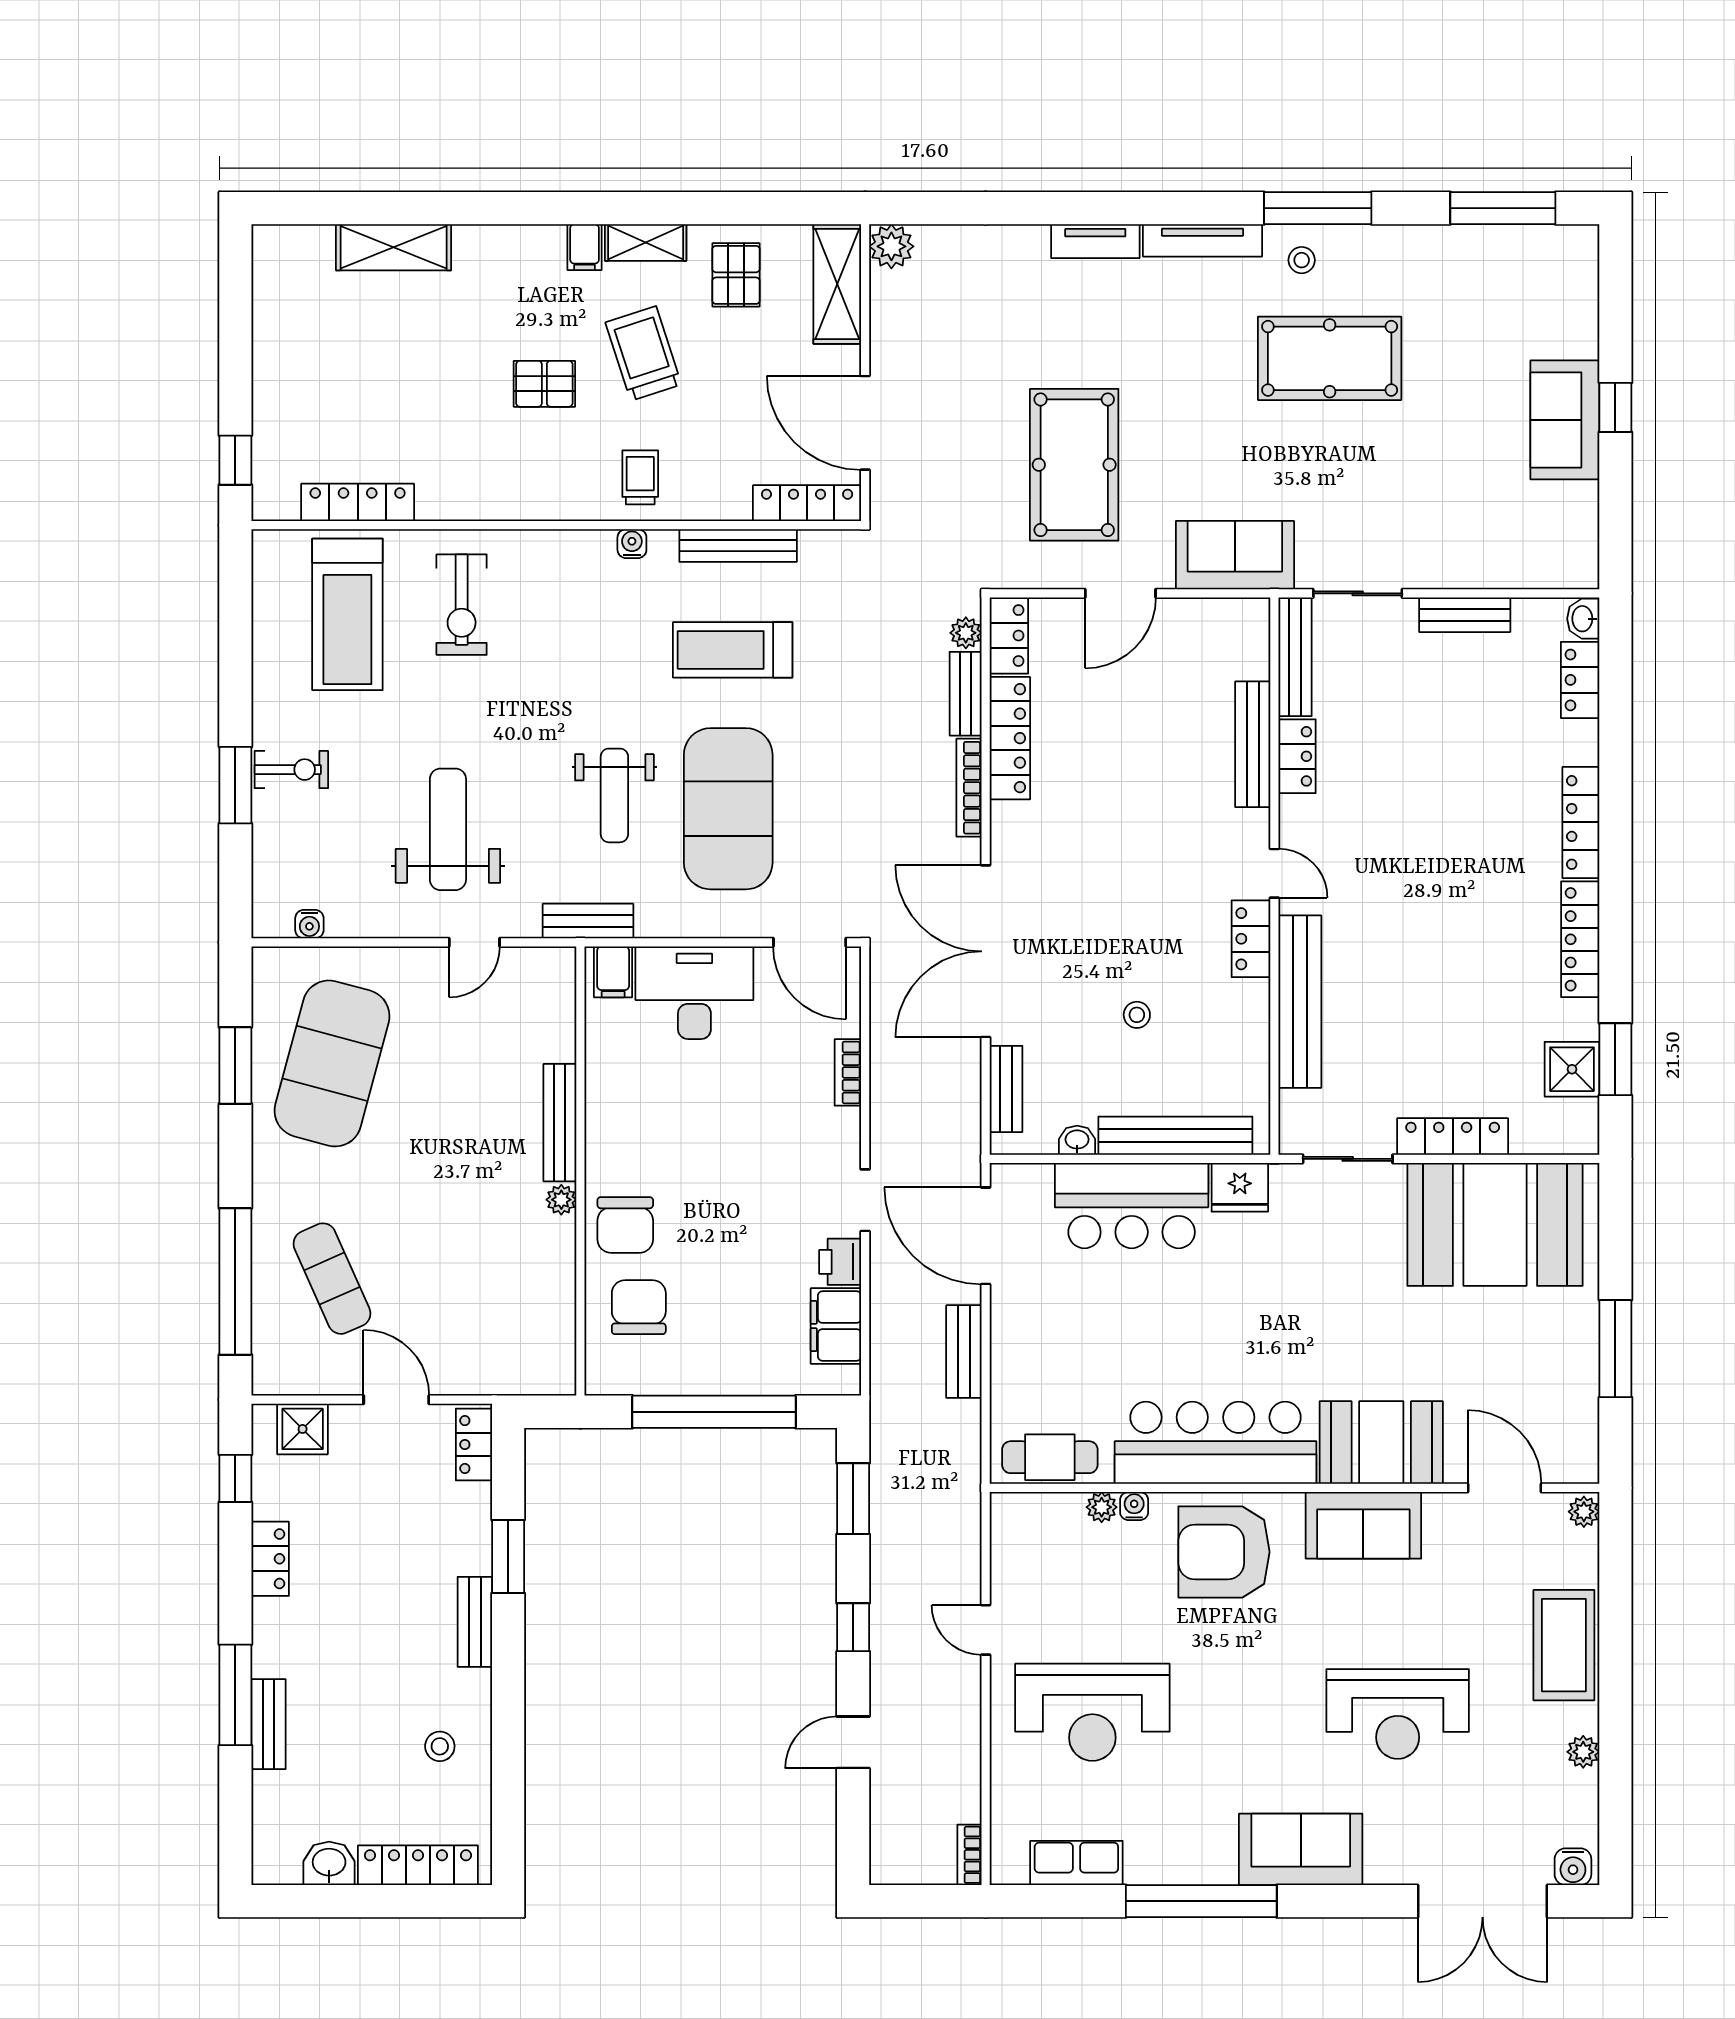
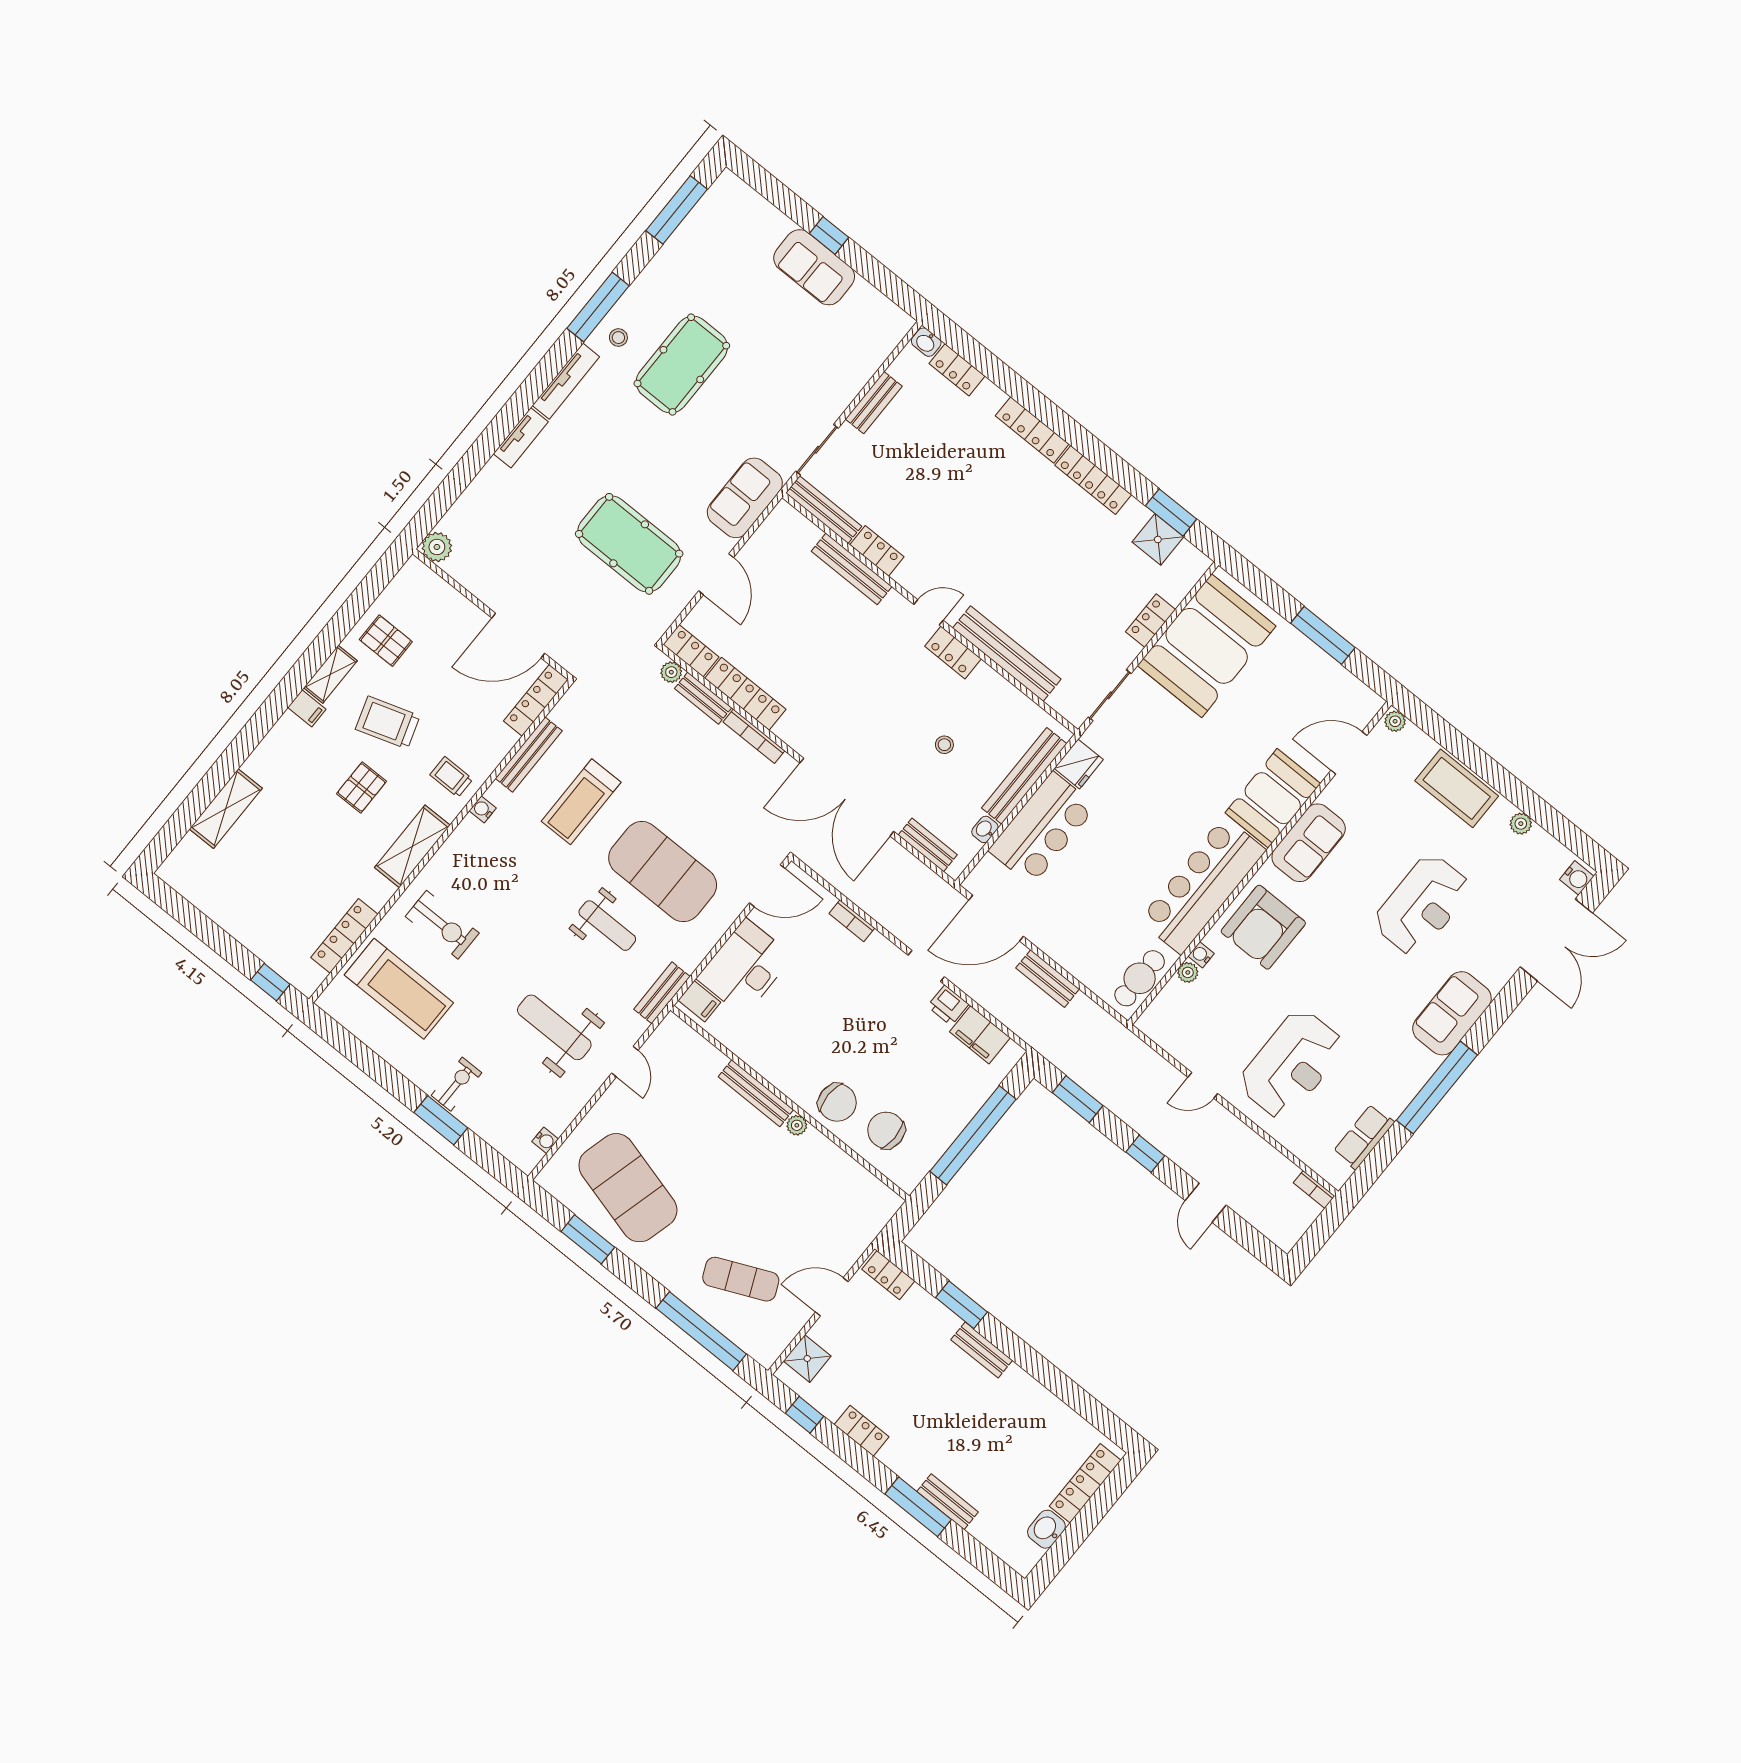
shelving: (837, 284) -> (412, 846), moved, turned 90
locker: (1453, 1137) -> (1151, 621), width x0.66
stool: (440, 1746) -> (1032, 1421), removed

